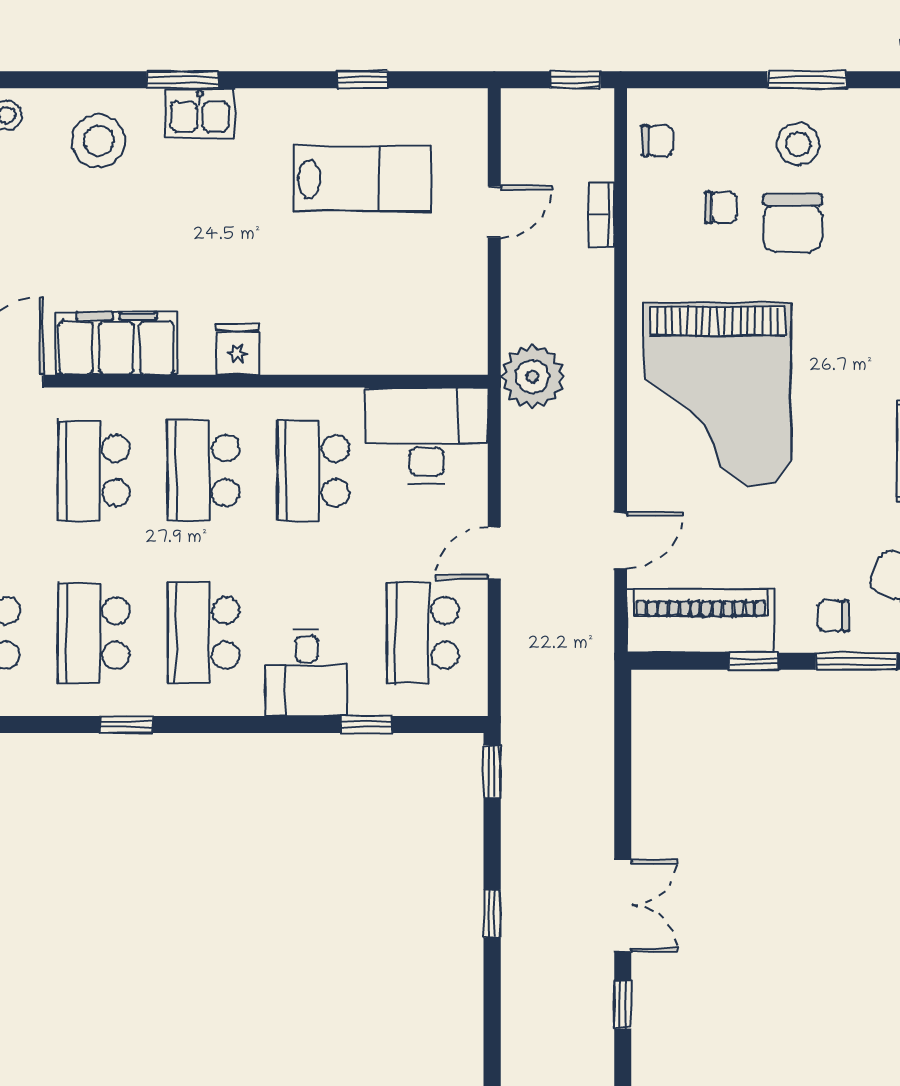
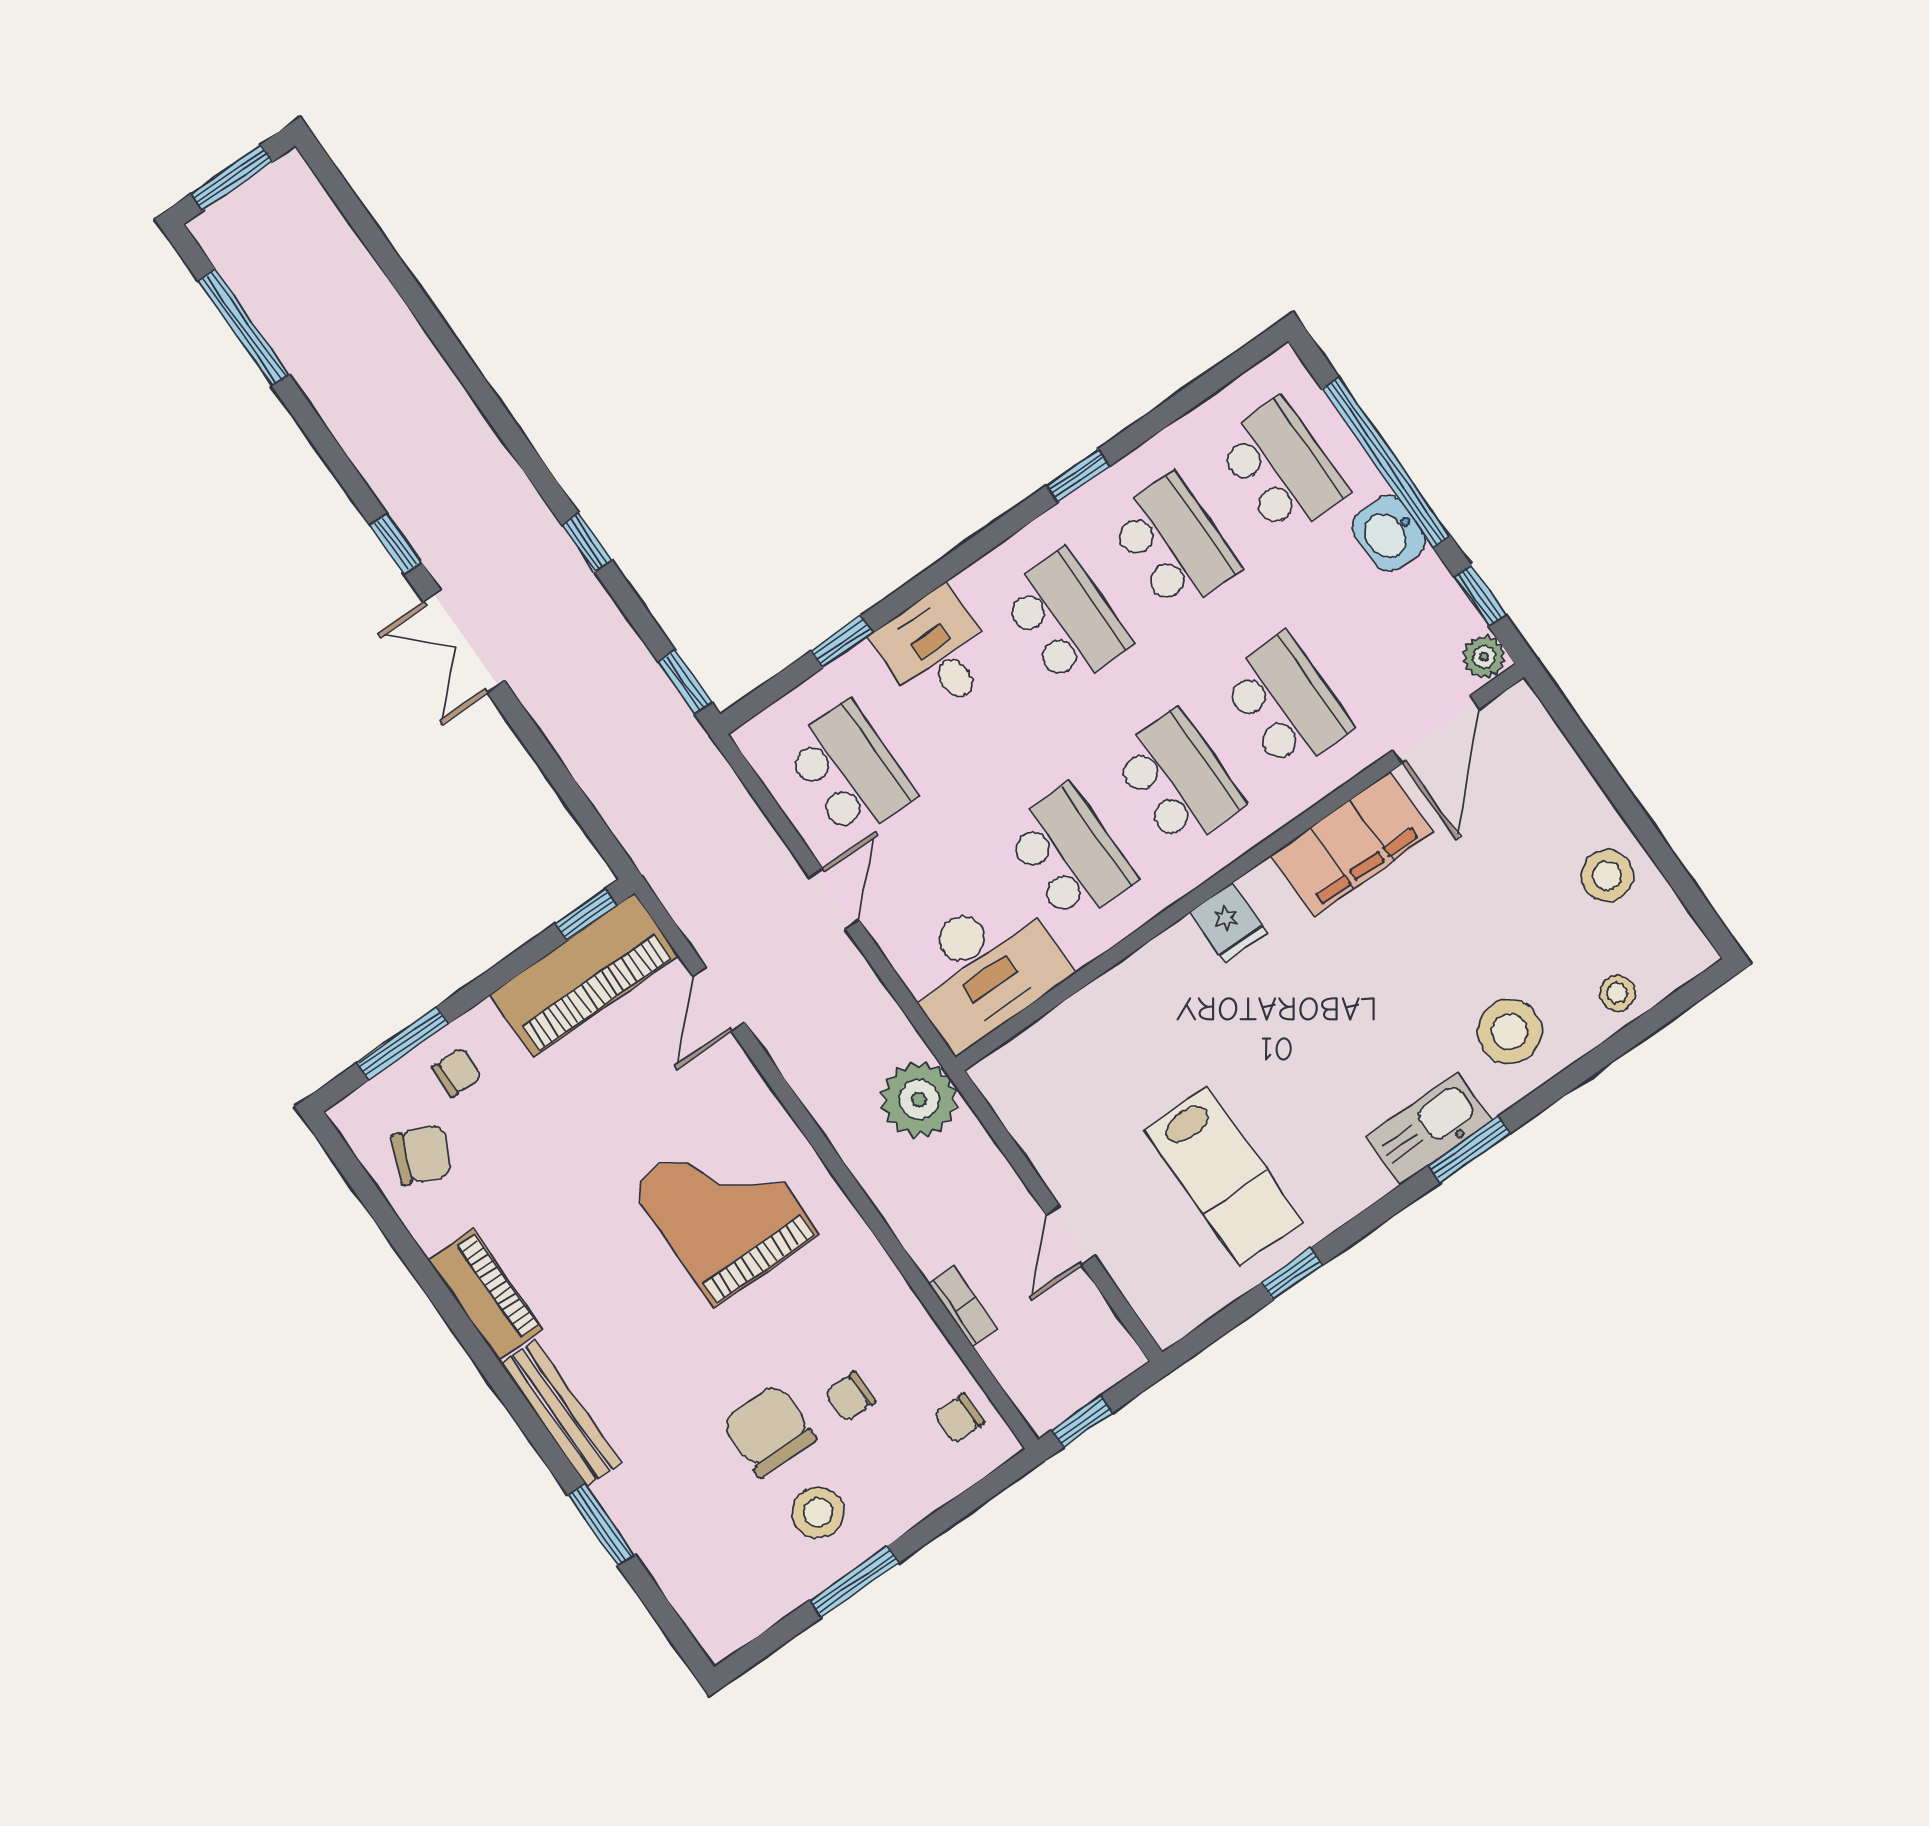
kitchen sink: (200, 113) -> (1429, 1129), width x1.38
lab bench: (362, 179) -> (1224, 1176), turned -90
grand piano: (718, 394) -> (724, 1210), width x0.73, depth x0.68
window: (754, 661) -> (586, 914), moved

